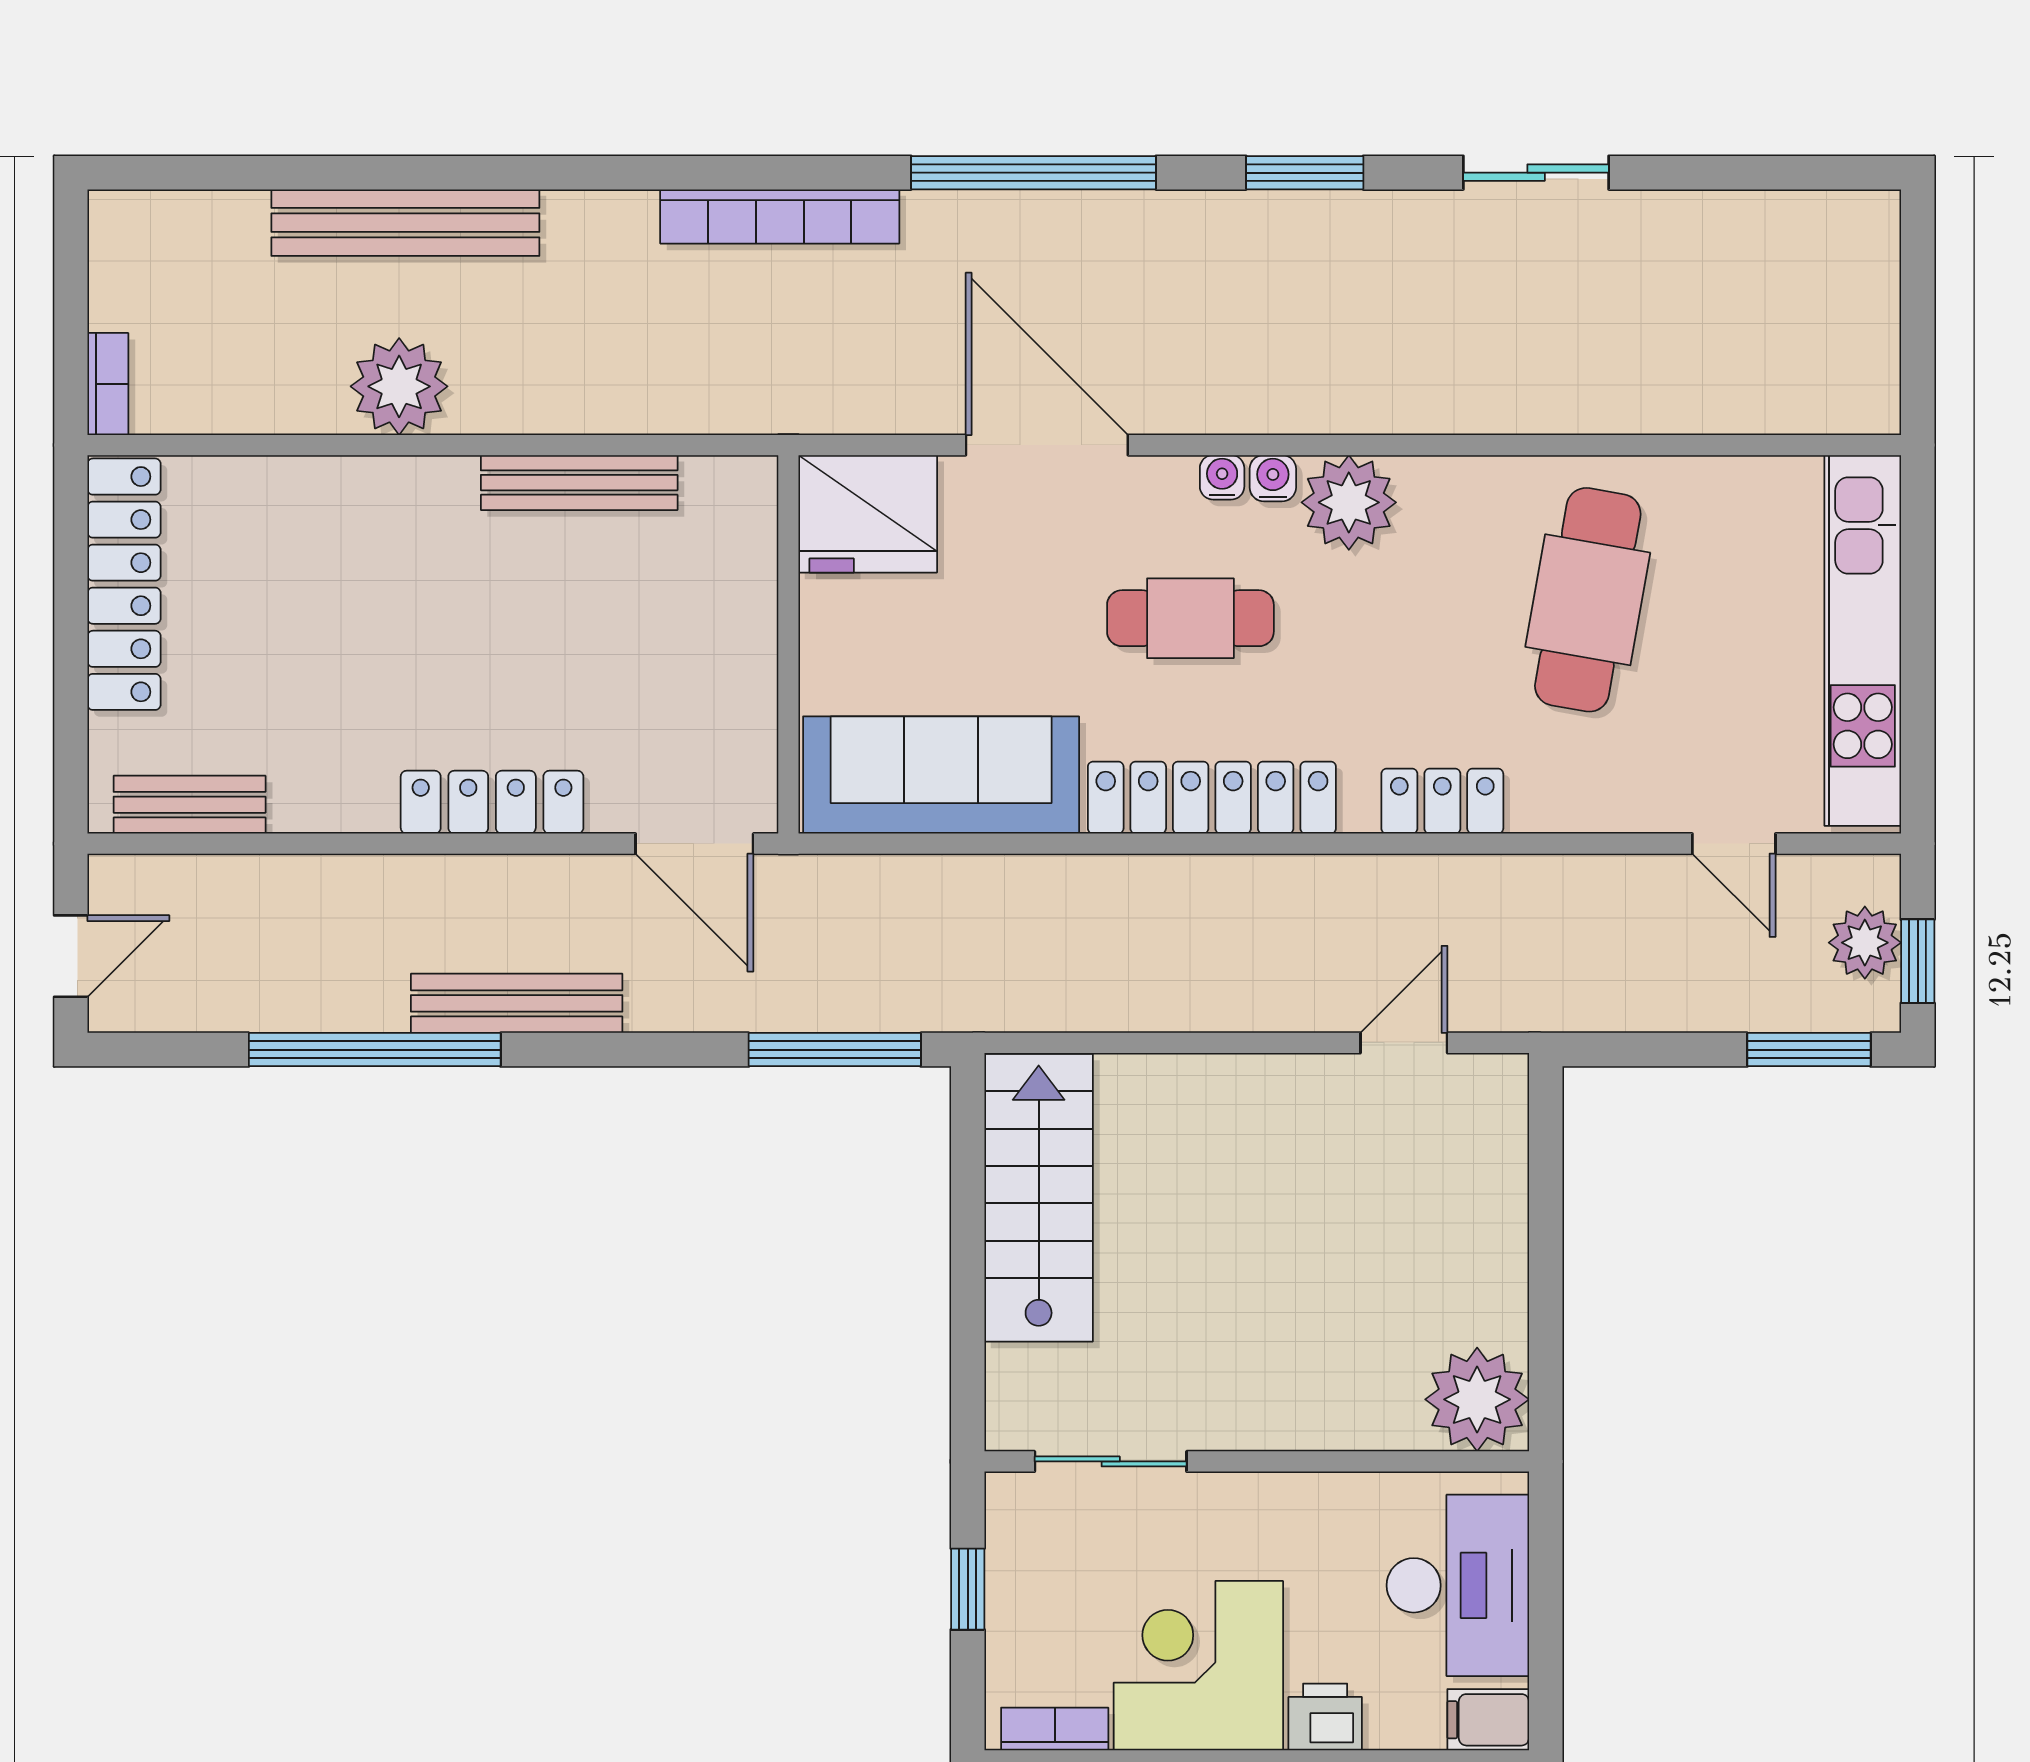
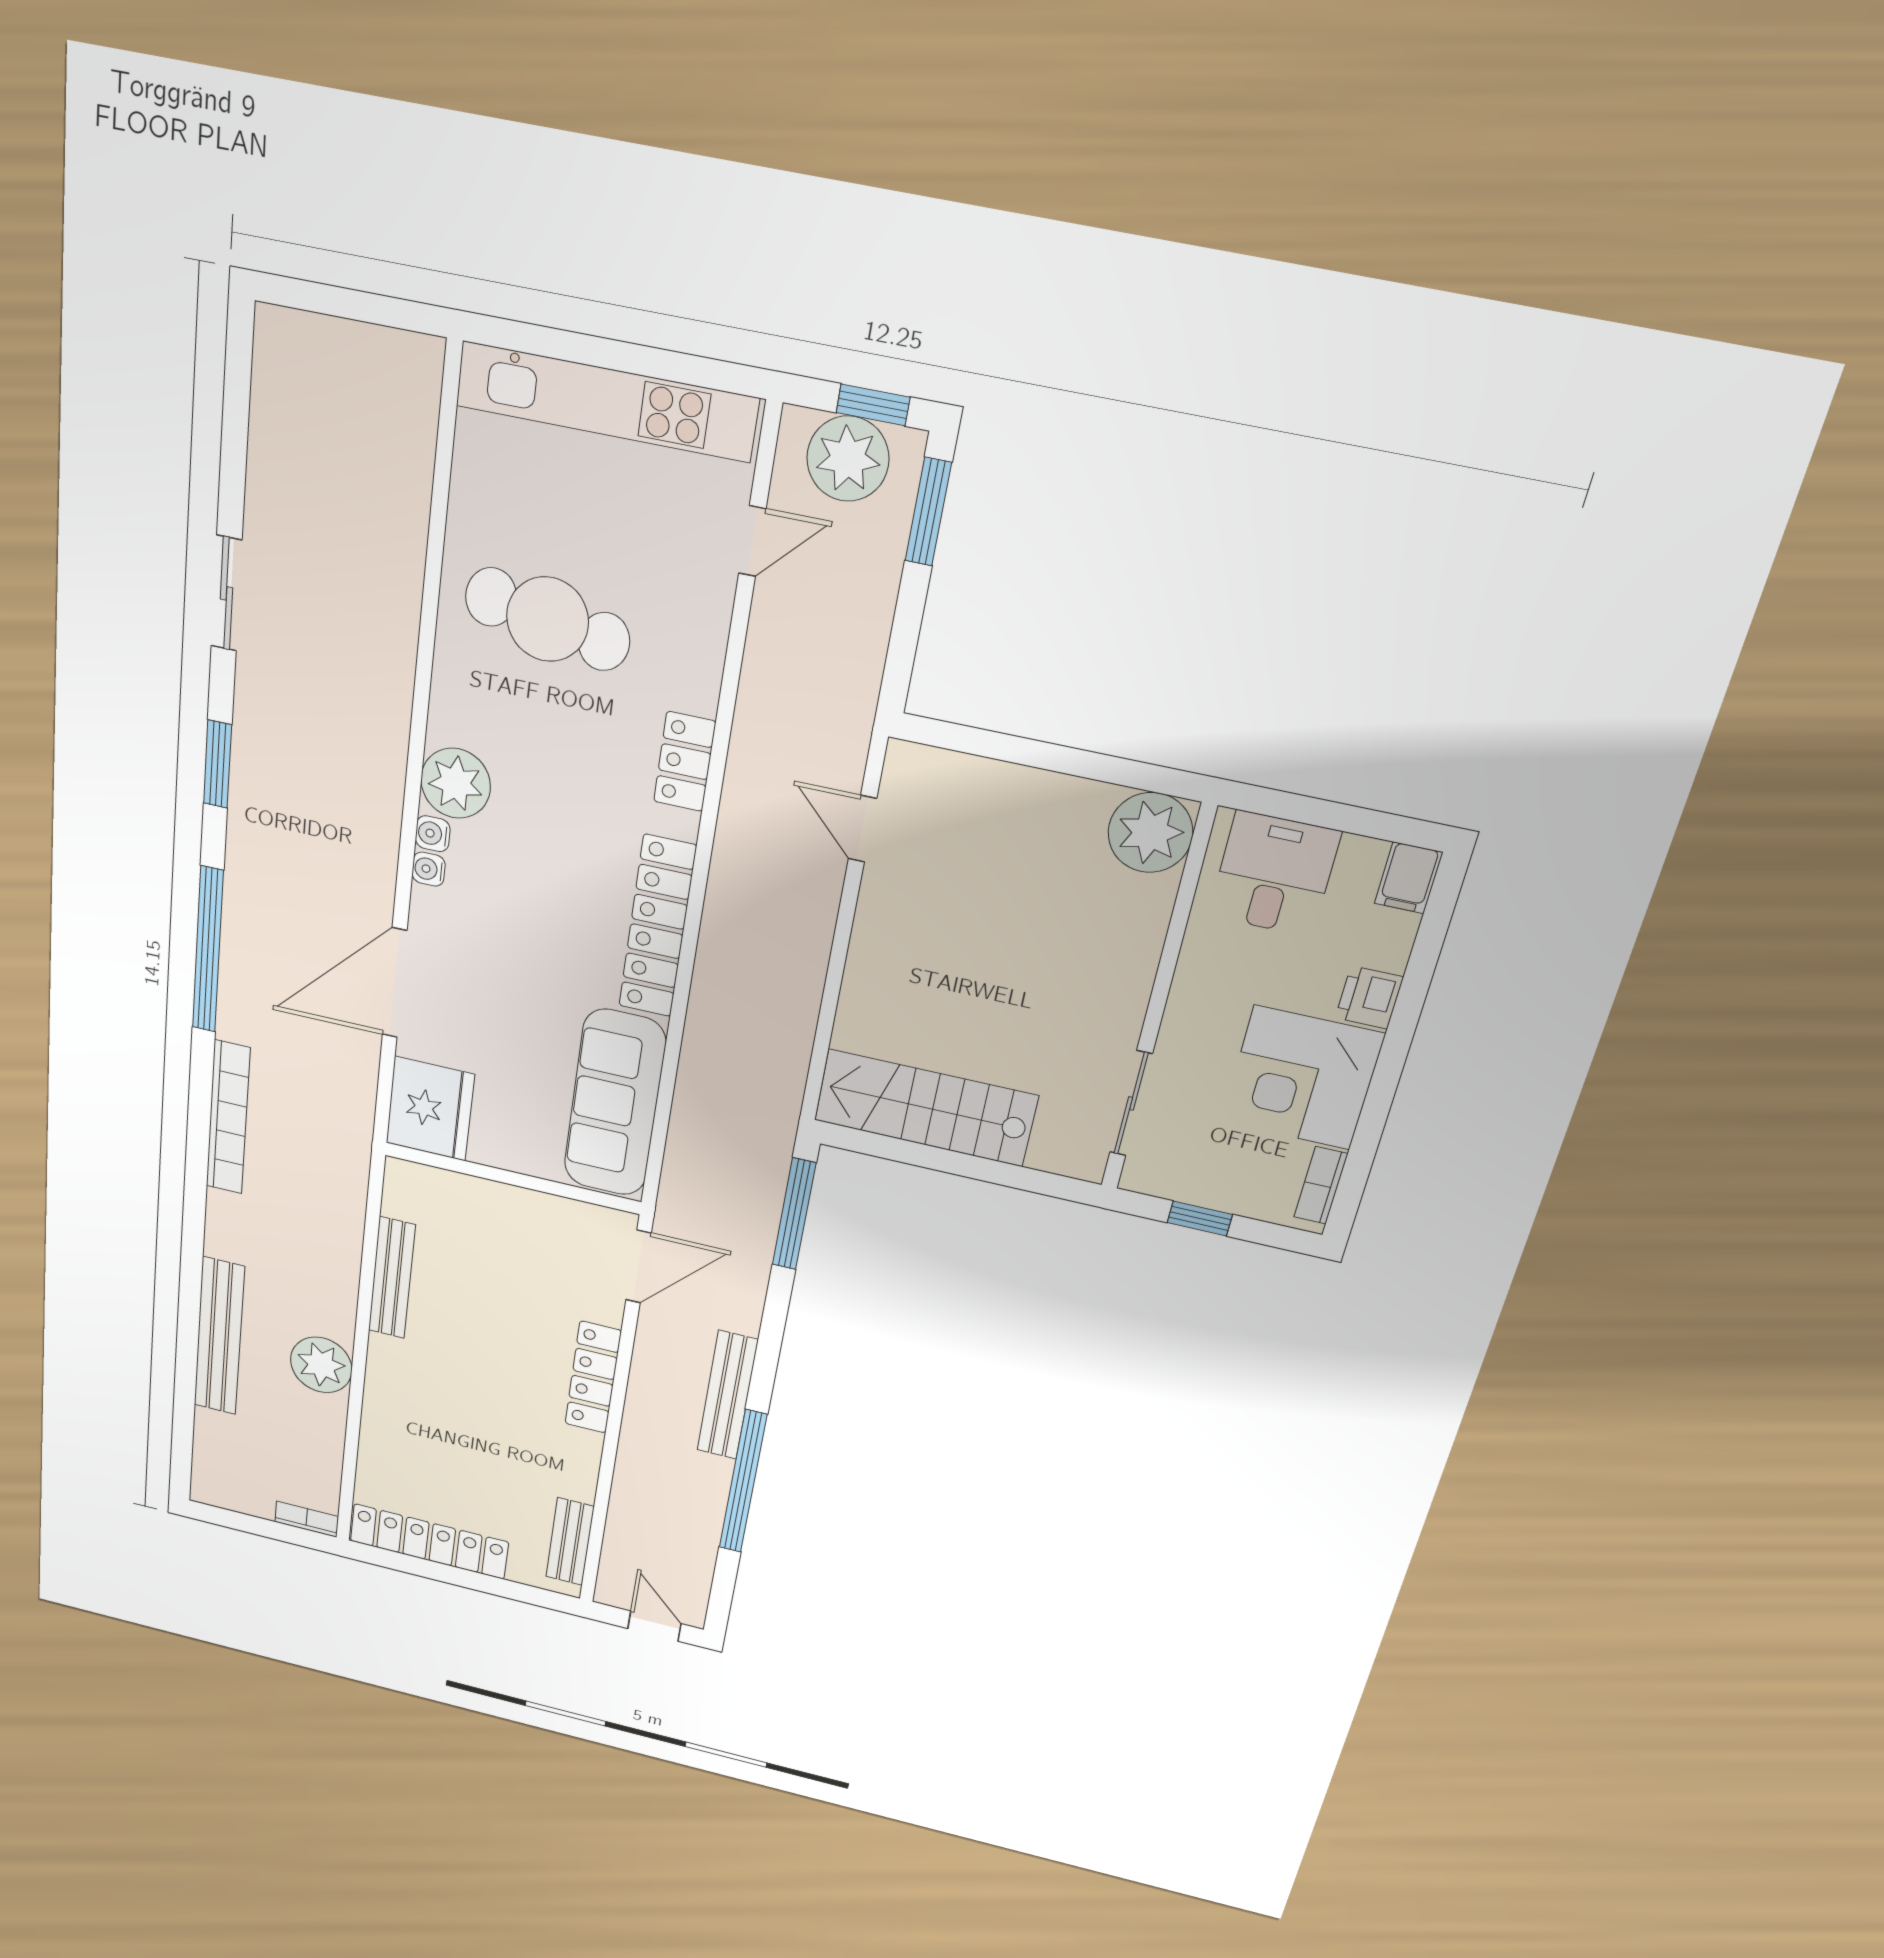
cafe table: (1190, 618) -> (526, 913), removed
plant: (1865, 943) -> (848, 459), width x1.36, depth x1.36
desk: (1458, 1585) -> (1274, 874), width x0.73

